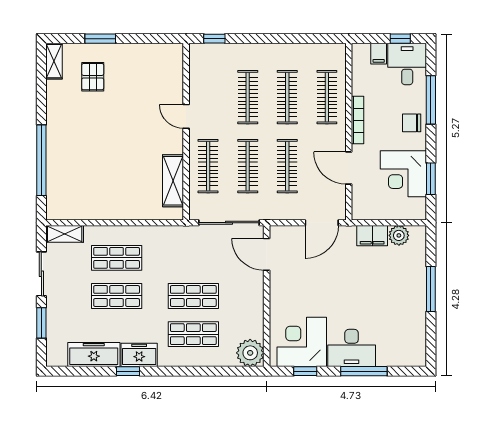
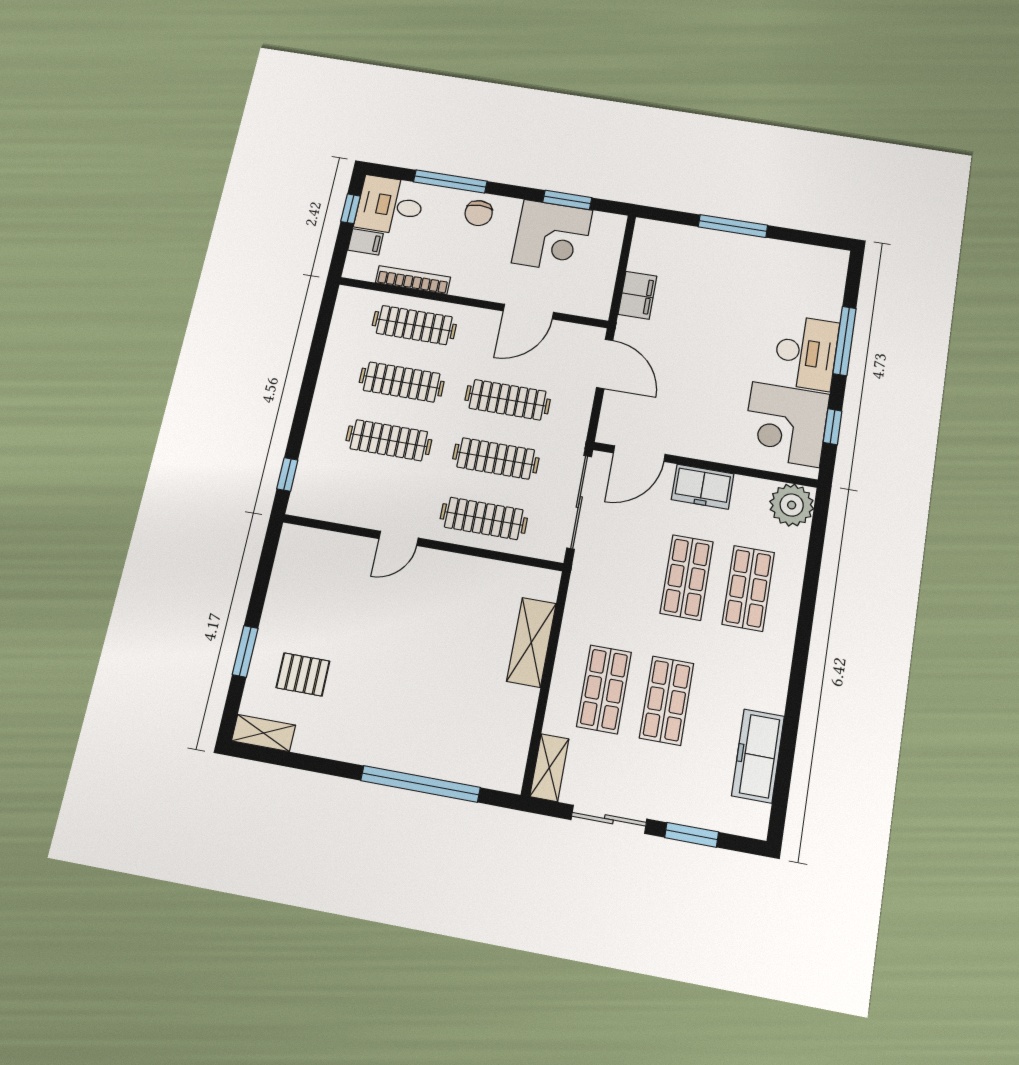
bookcase: (358, 120) -> (413, 280), moved
shelving: (173, 181) -> (531, 642), moved, turned 90
plant: (399, 235) -> (644, 258), removed
freezer: (139, 355) -> (703, 487), moved, turned -90
window: (128, 371) -> (794, 704), removed

